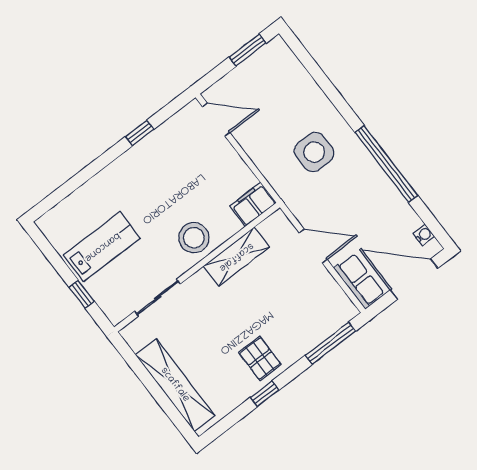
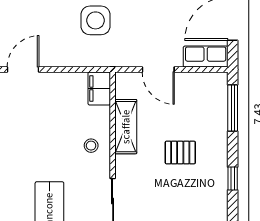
stool: (194, 238) -> (91, 146), width x0.53, depth x0.53
door: (313, 246) -> (158, 70), swing flipped
pallet: (260, 358) -> (180, 152), moved

